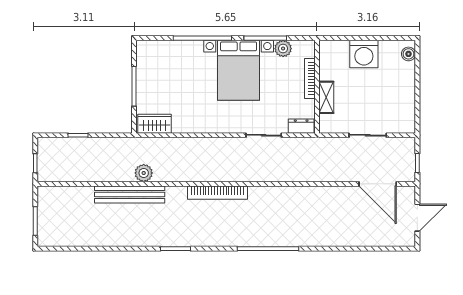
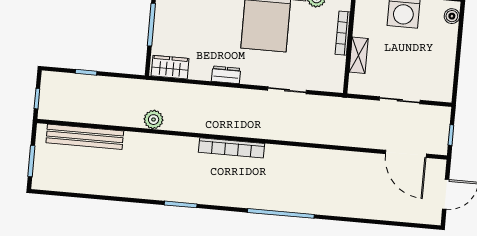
dresser: (301, 126) -> (226, 75), moved
bench: (130, 194) -> (85, 137), moved

